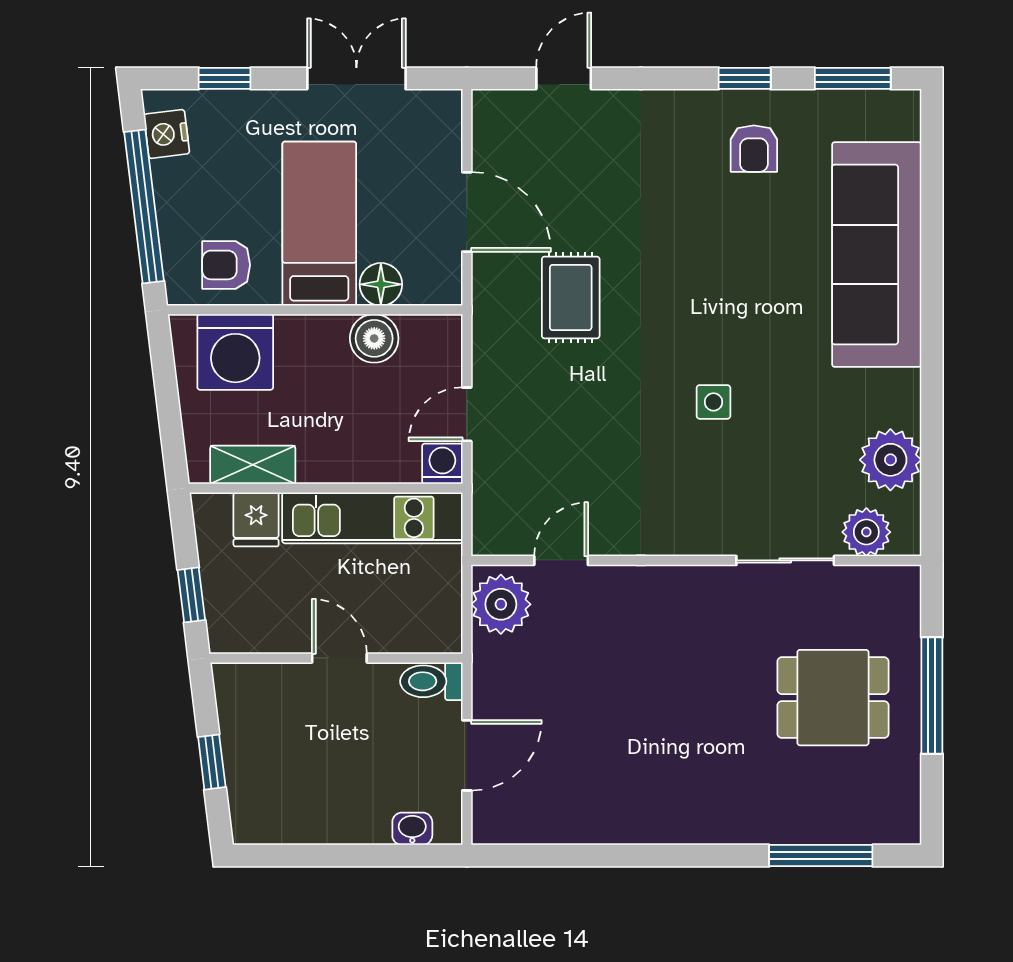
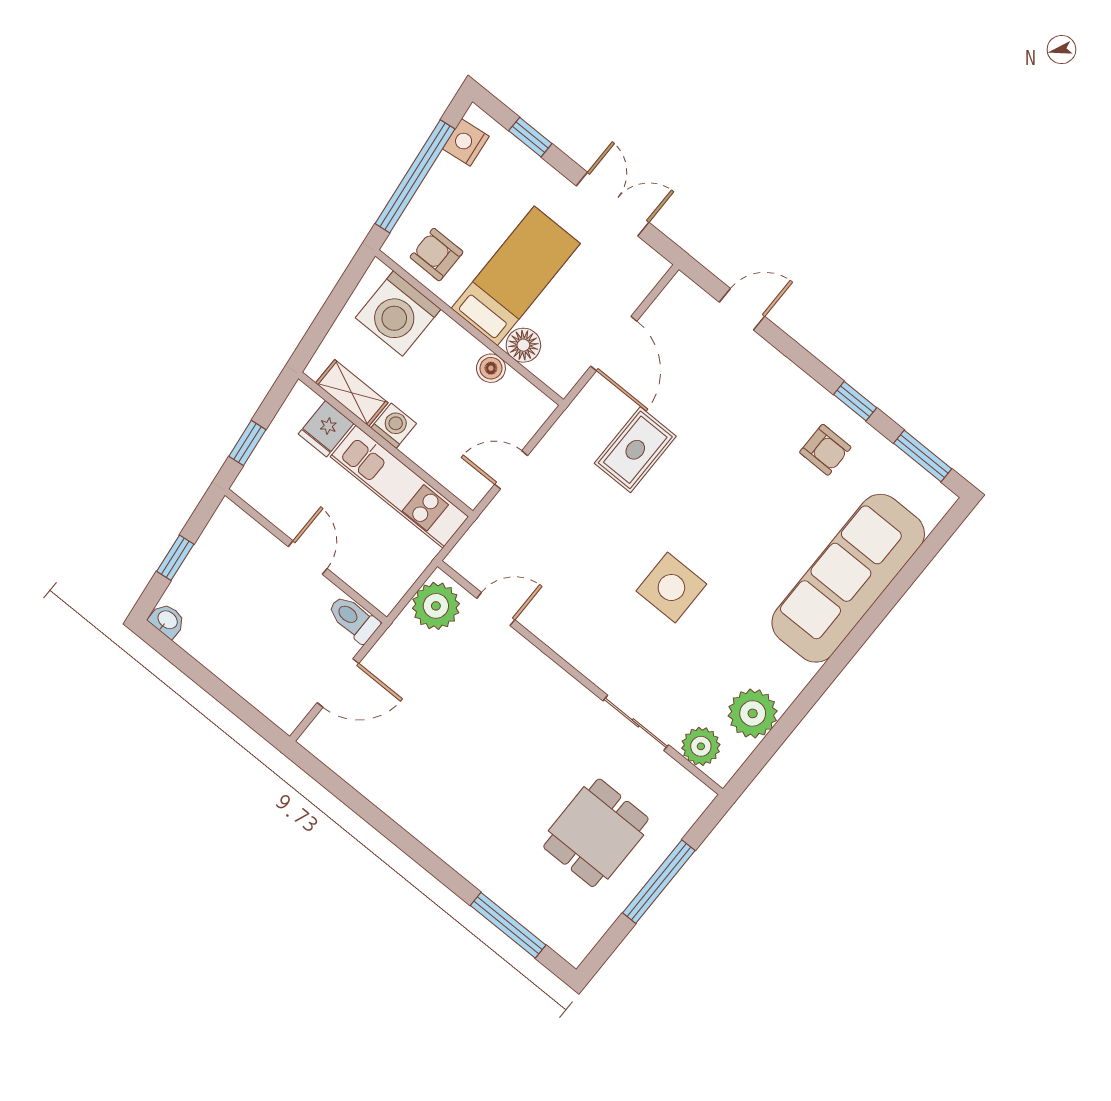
armchair: (754, 149) -> (825, 450), turned -90
boiler: (374, 338) -> (491, 368), width x0.73, depth x0.73
side table: (713, 402) -> (671, 587), width x1.87, depth x1.87
washing machine: (442, 464) -> (394, 426), moved
dining table: (833, 698) -> (596, 833), turned 90
washbasin: (412, 829) -> (167, 620), moved

